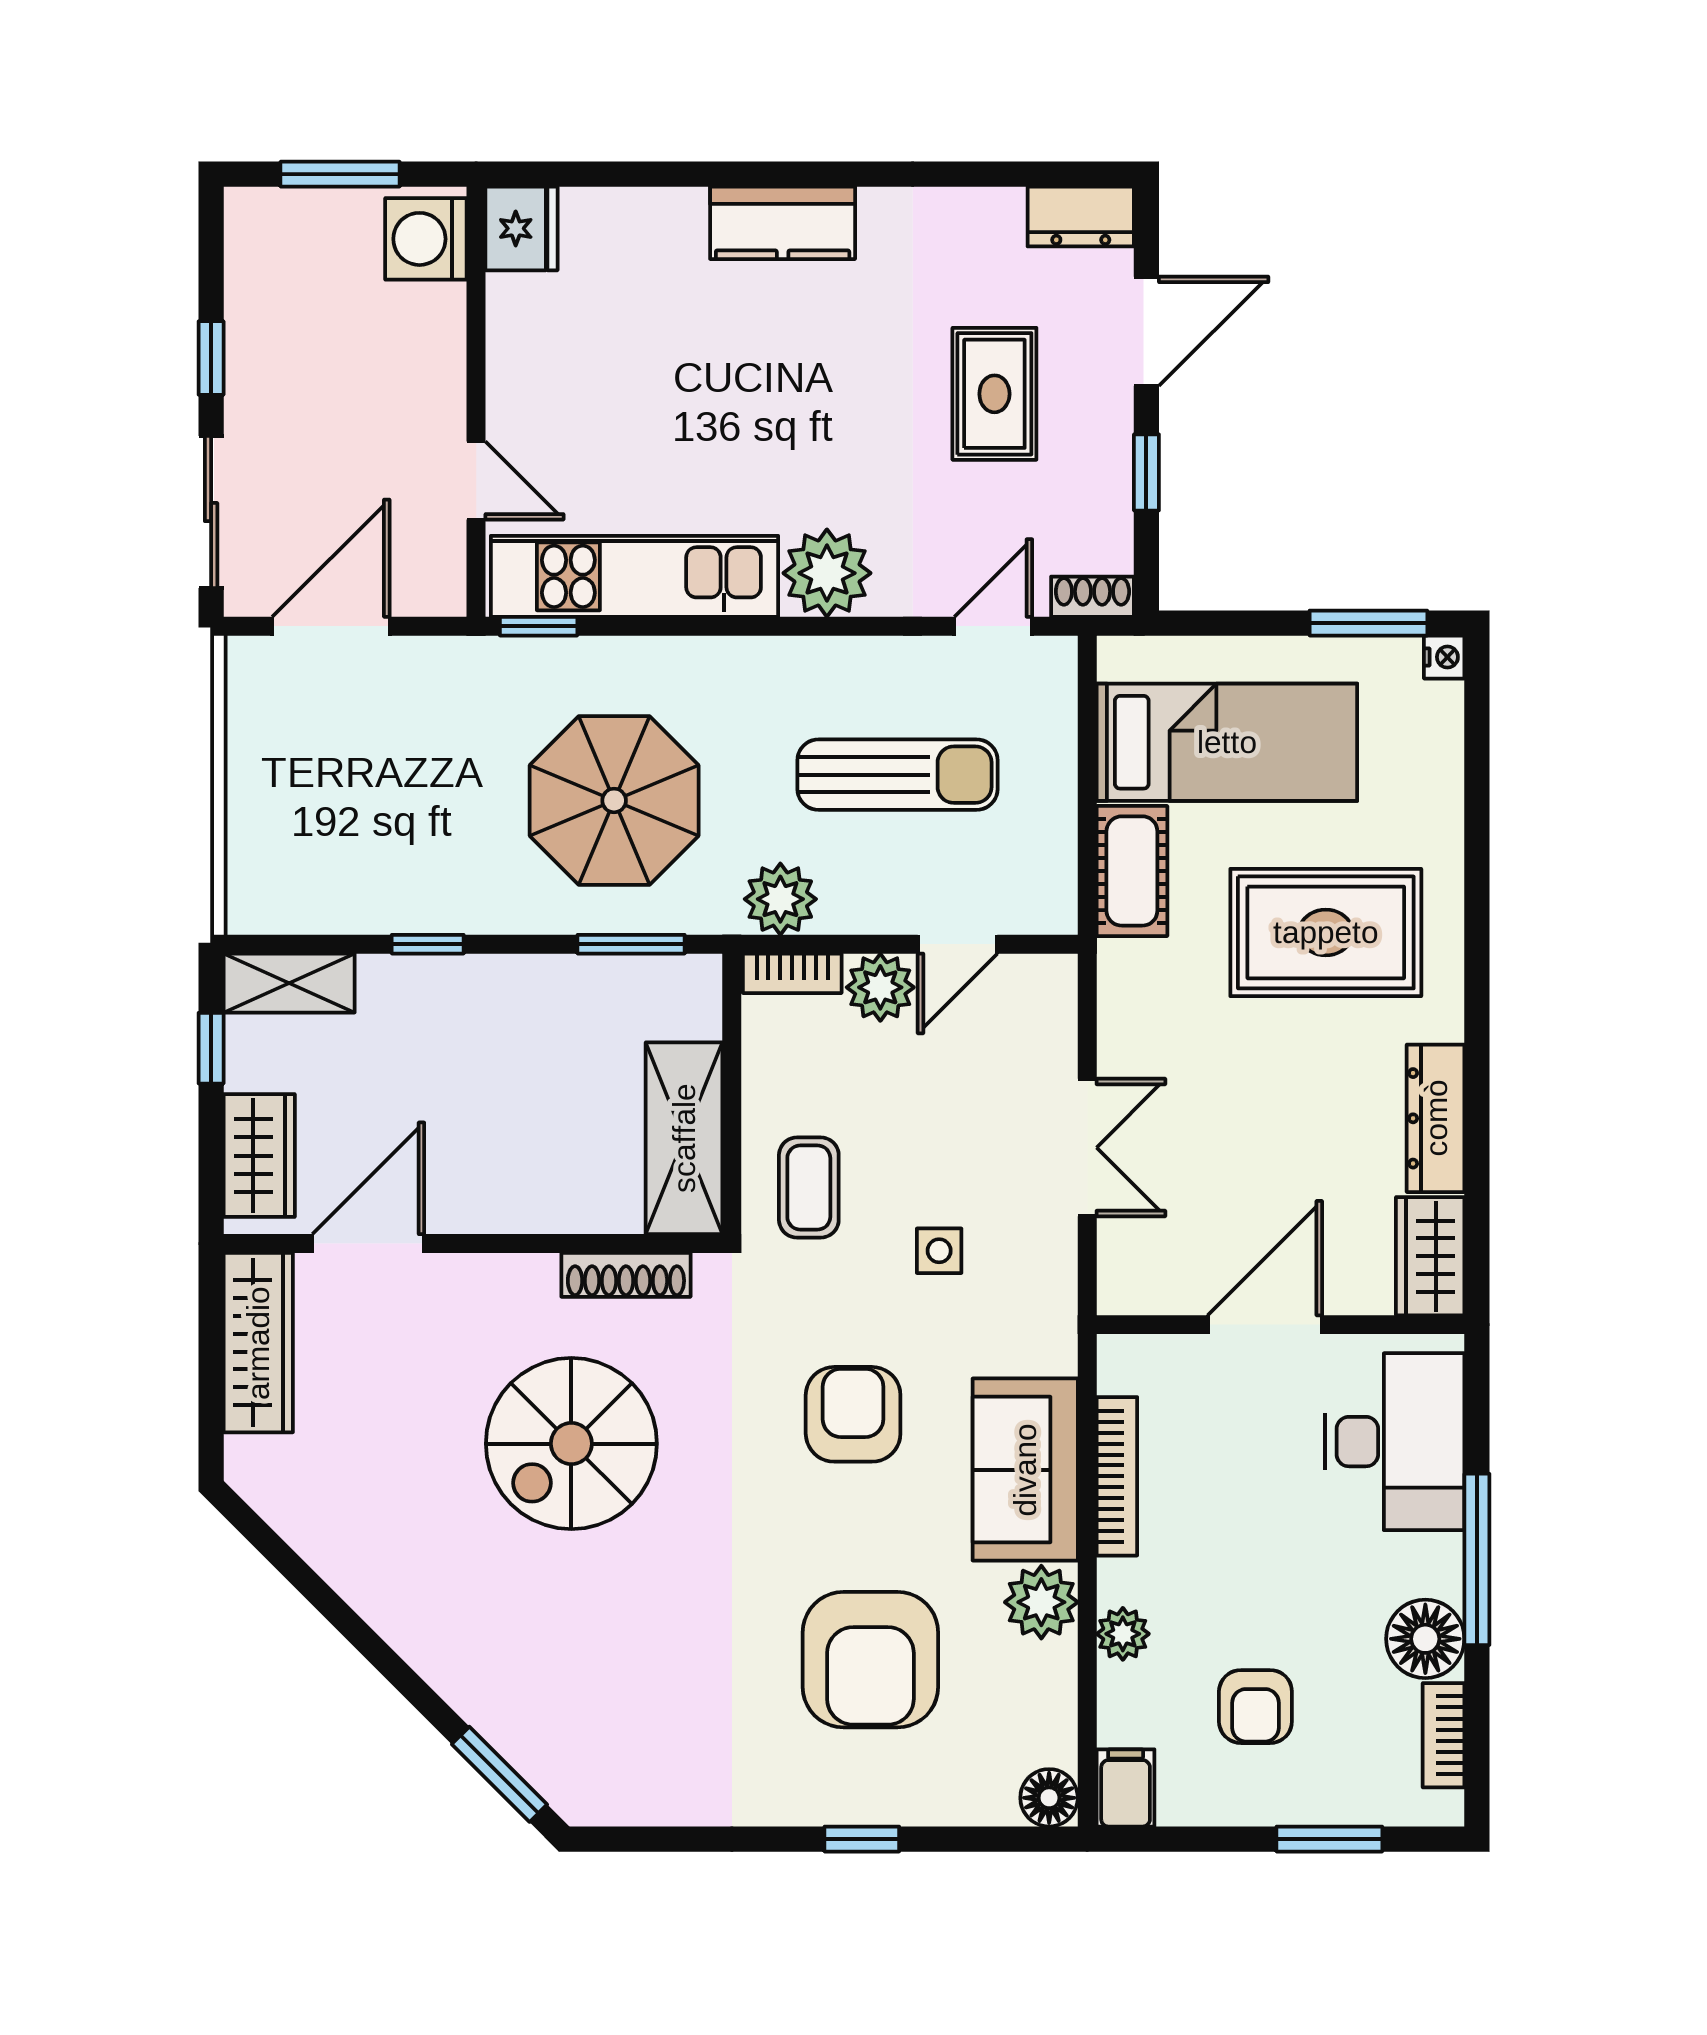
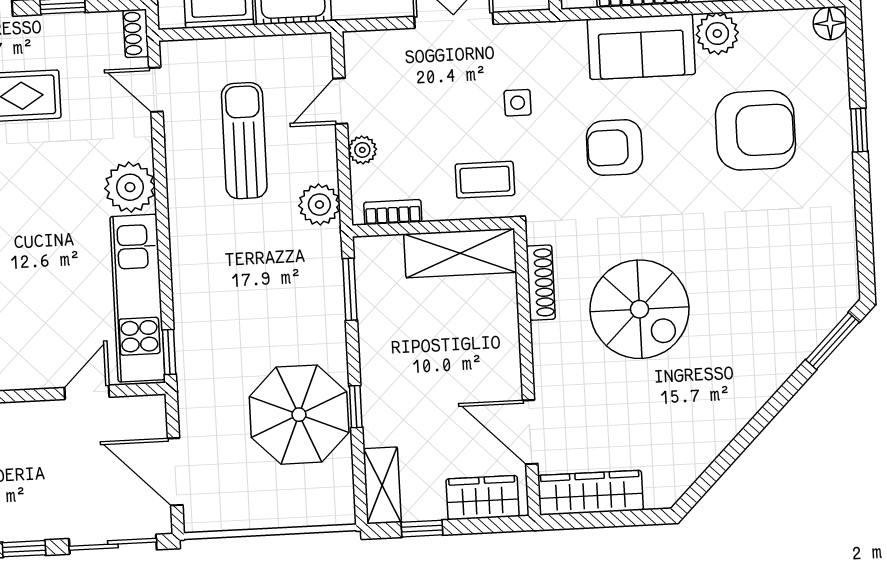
parasol: (614, 800) -> (299, 415), moved
door: (958, 944) -> (340, 101), swing flipped
bookcase: (792, 973) -> (393, 212), moved, turned -90
plant: (880, 987) -> (362, 150), width x0.73, depth x0.73

